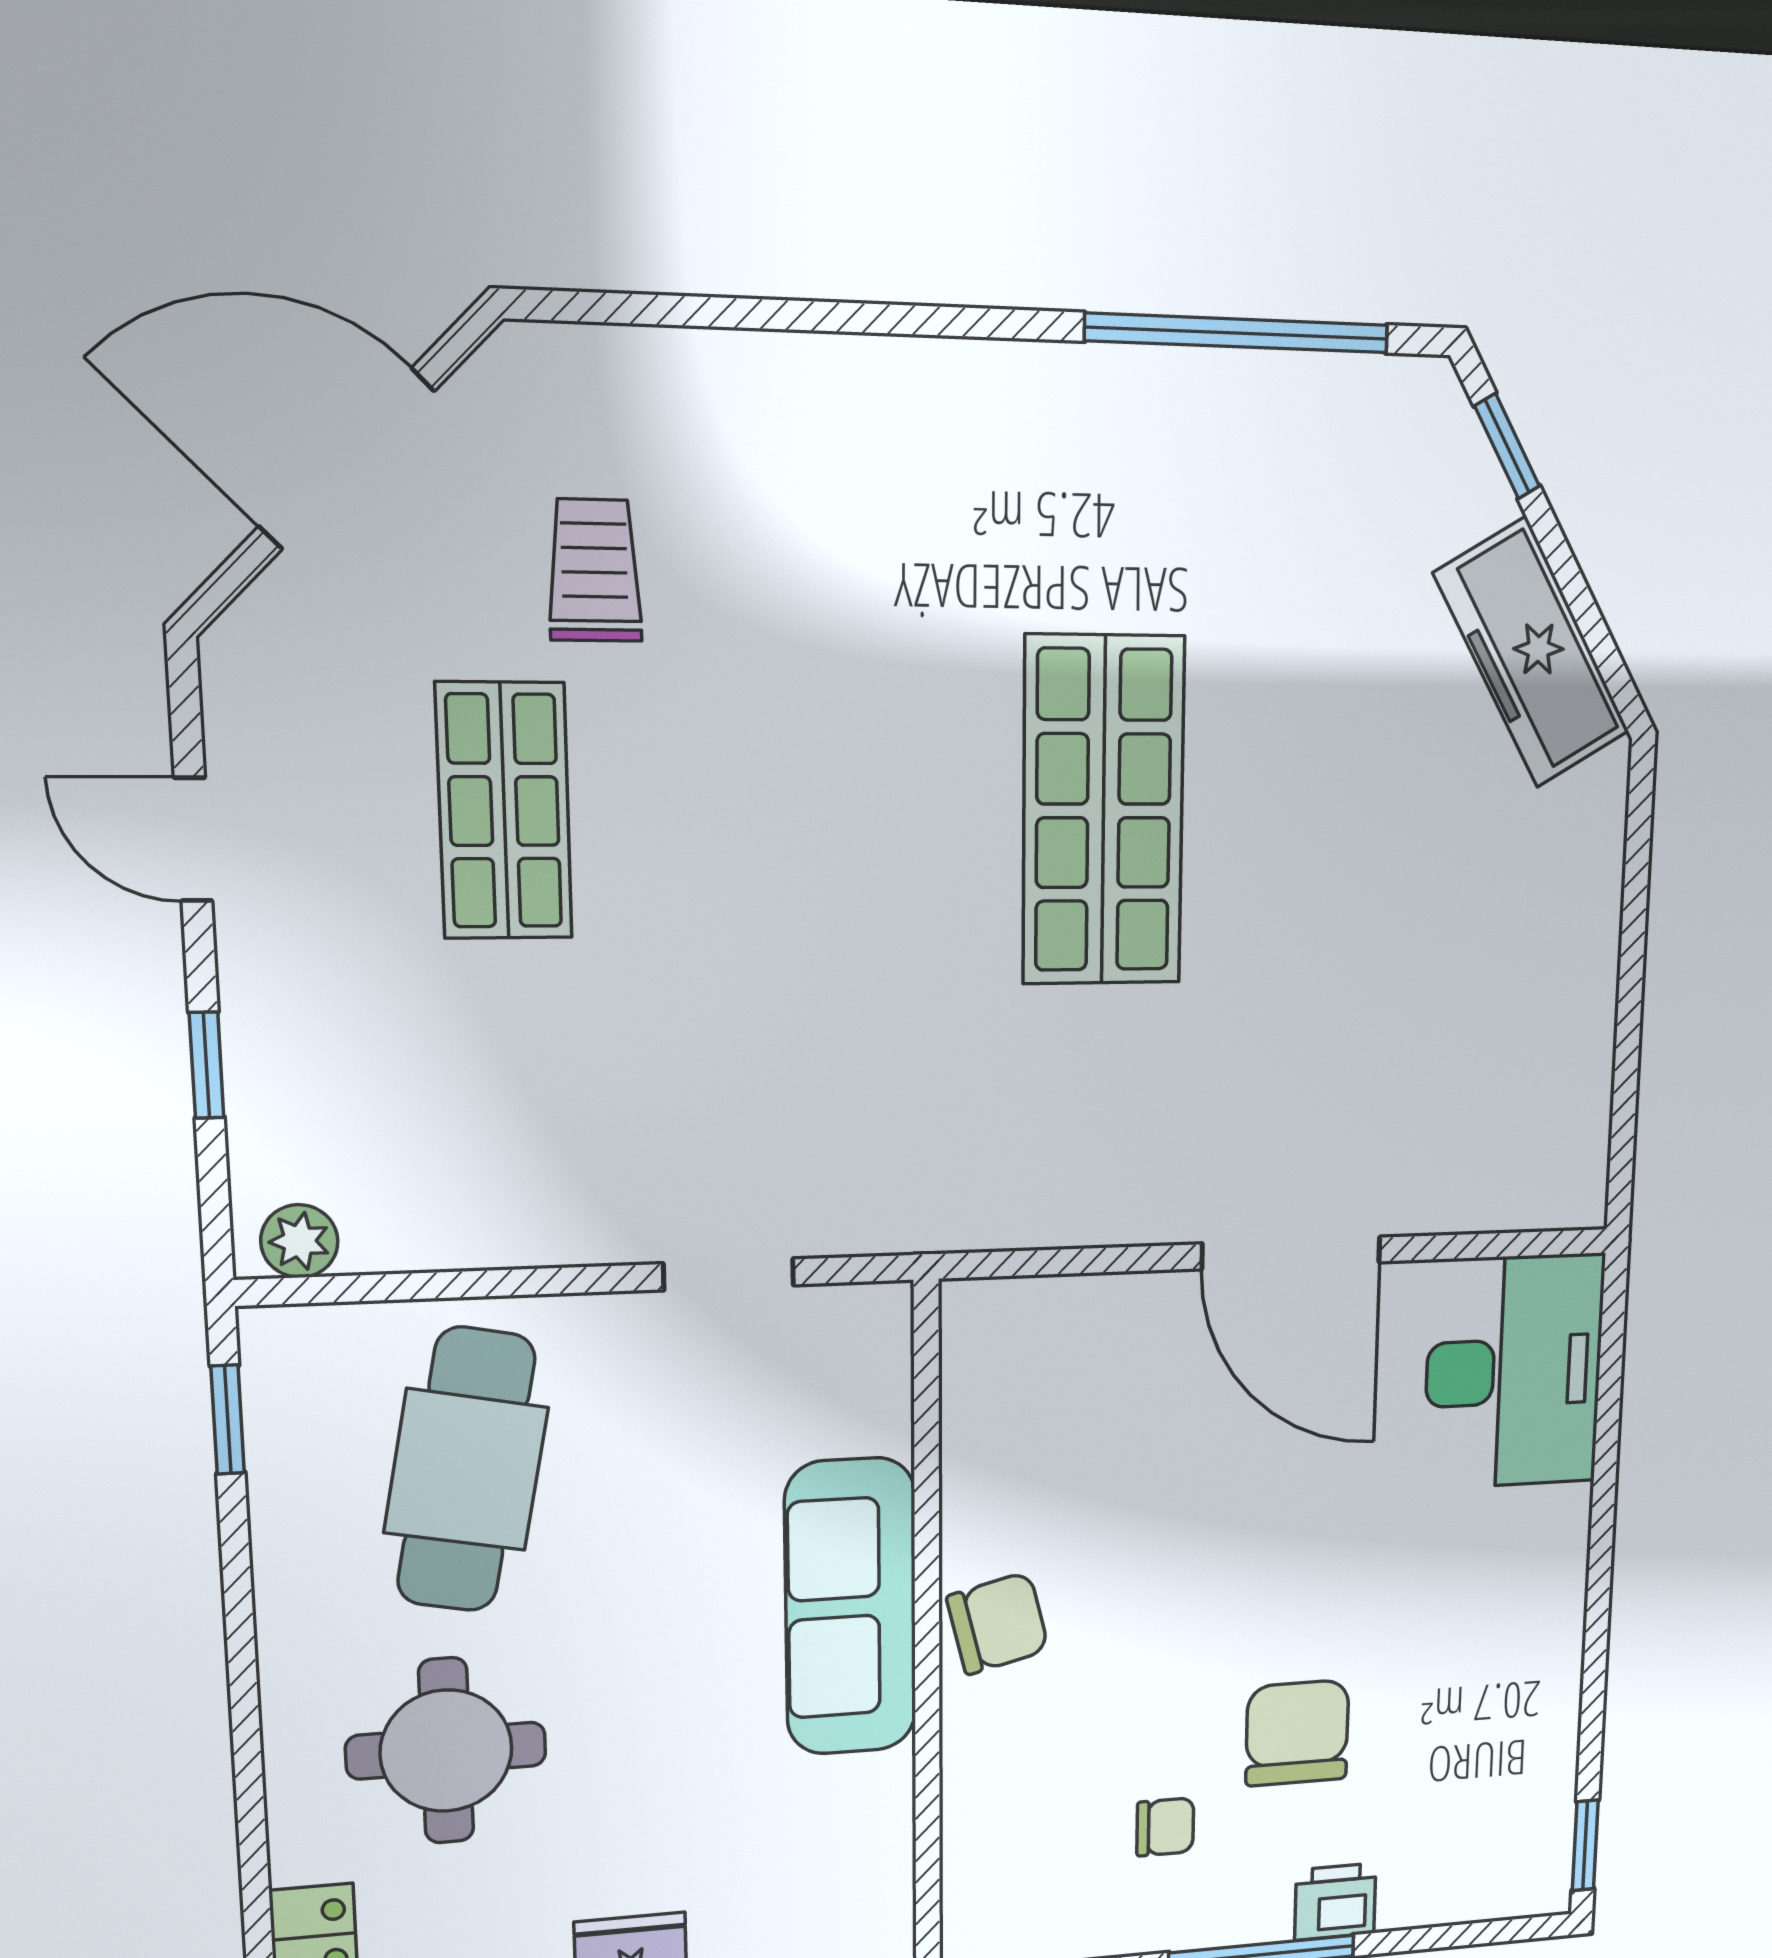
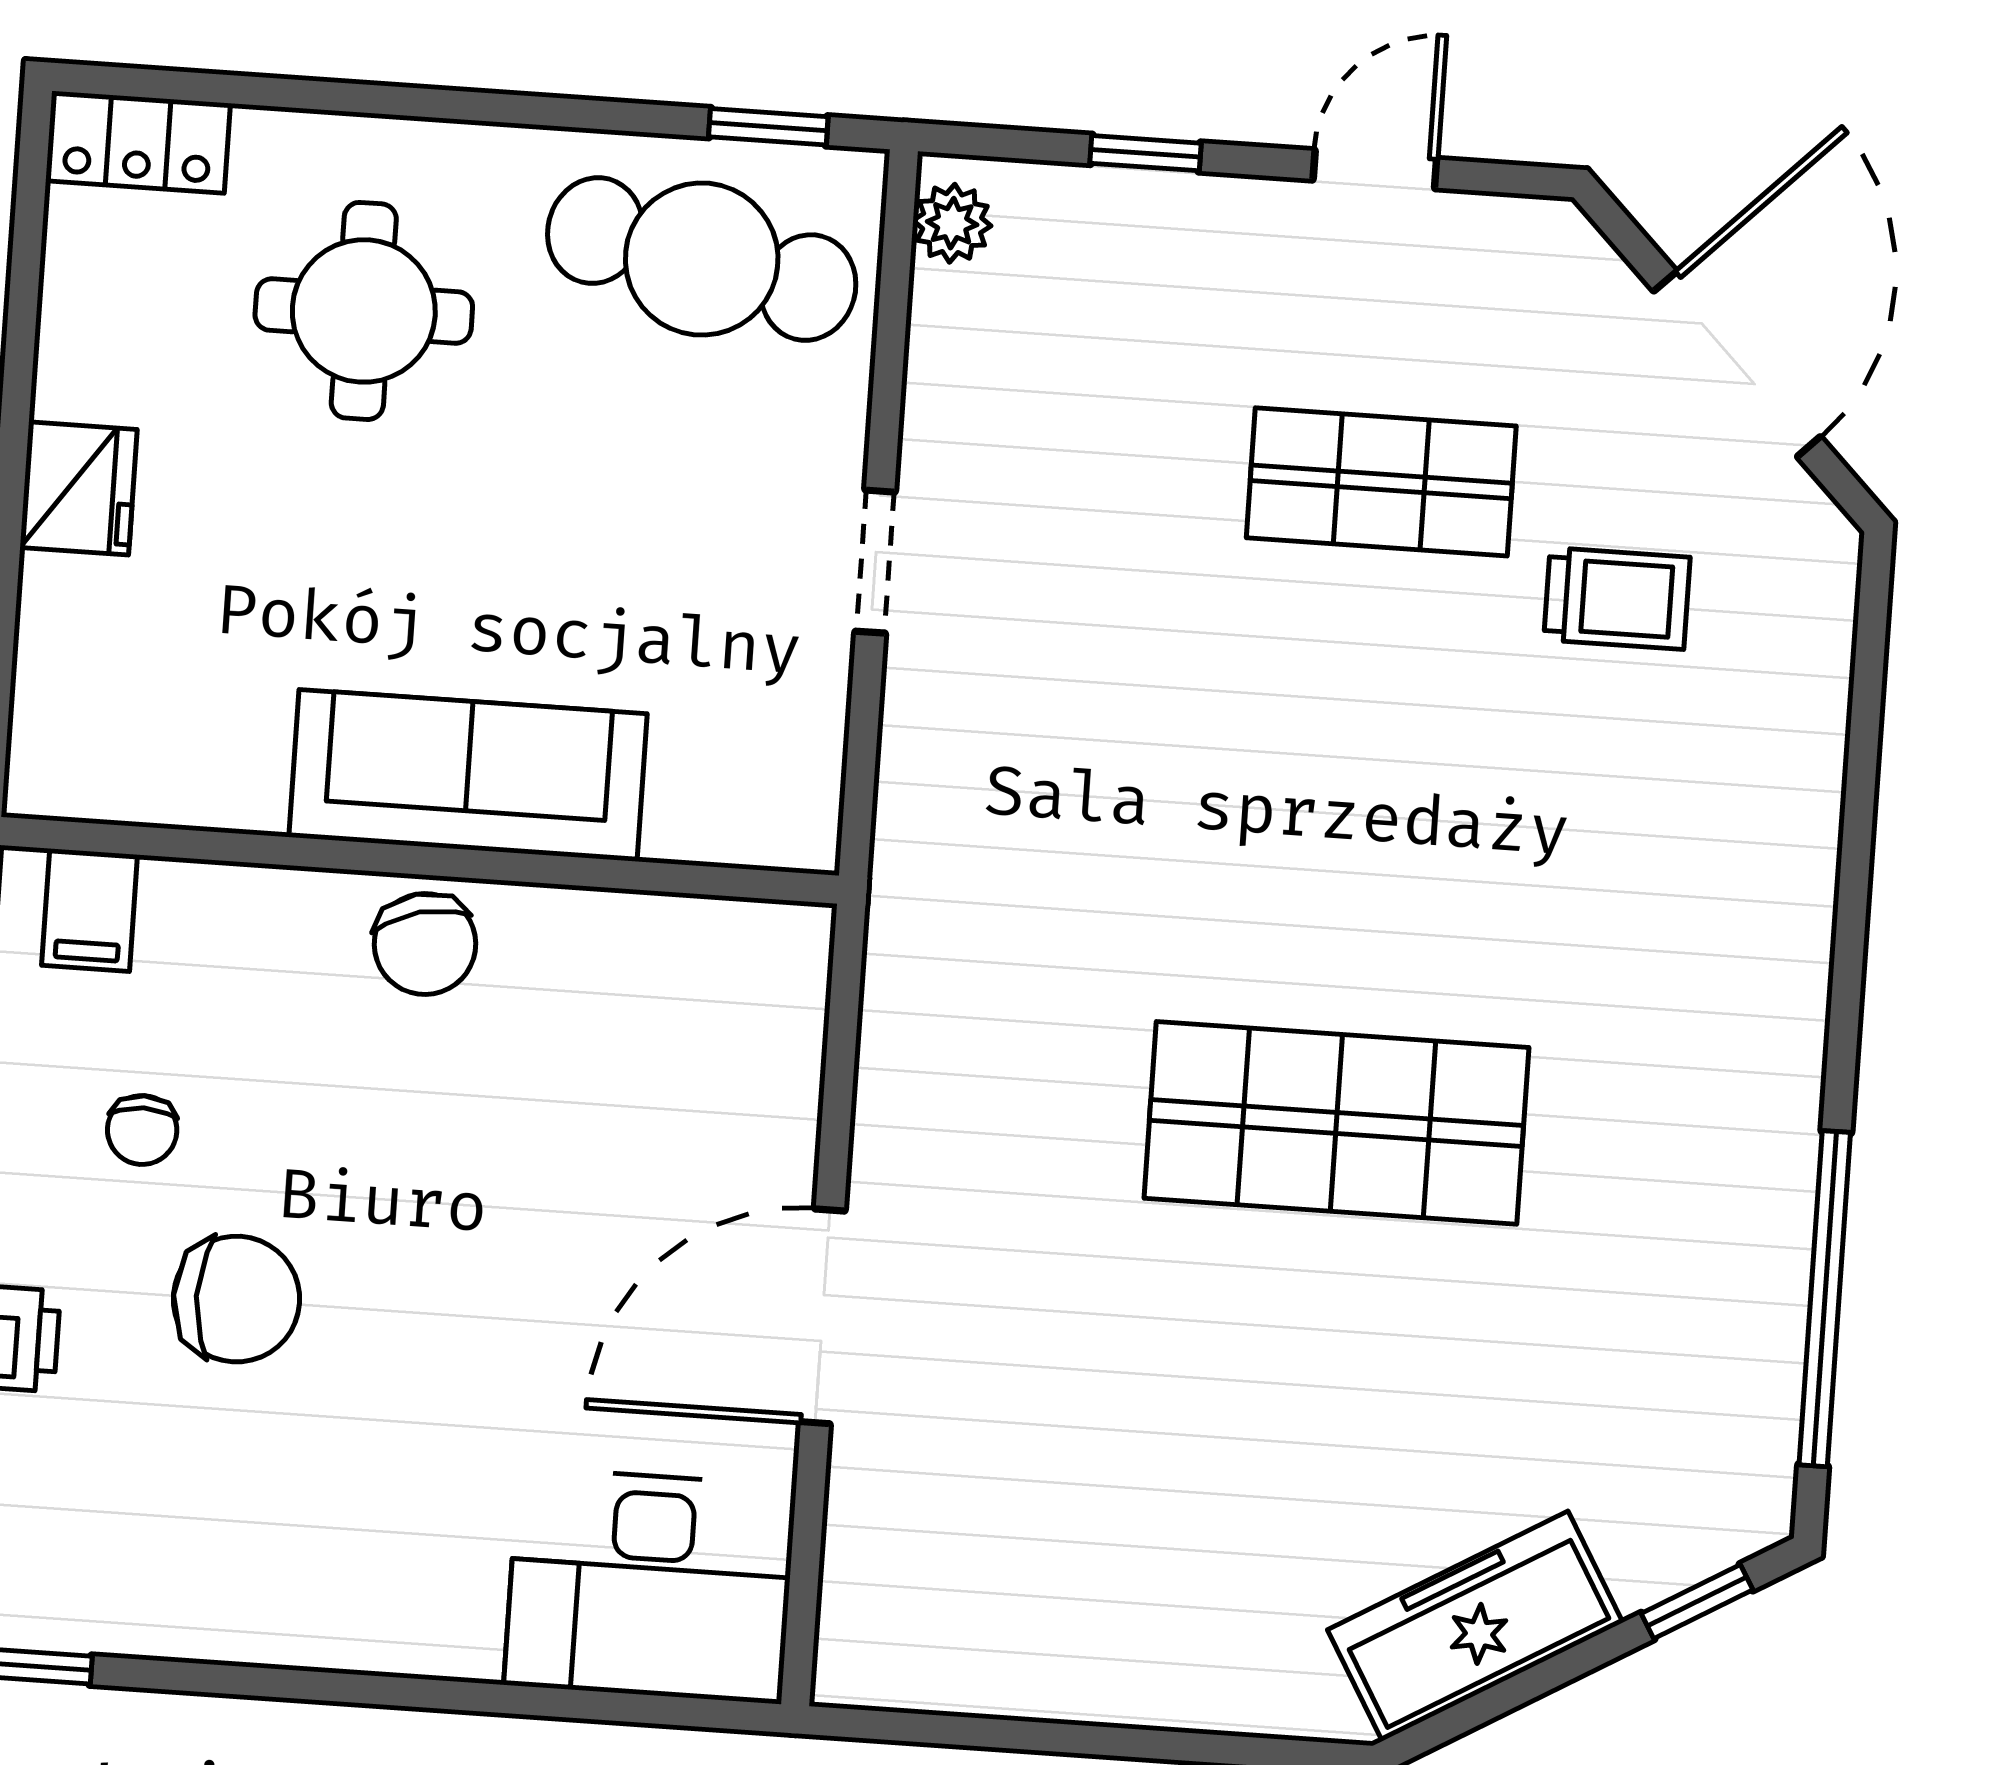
doorway: (729, 1274) -> (875, 562), moved
cafe table: (466, 1470) -> (702, 259), moved
filing cabinet: (988, 1896) -> (90, 910), added

